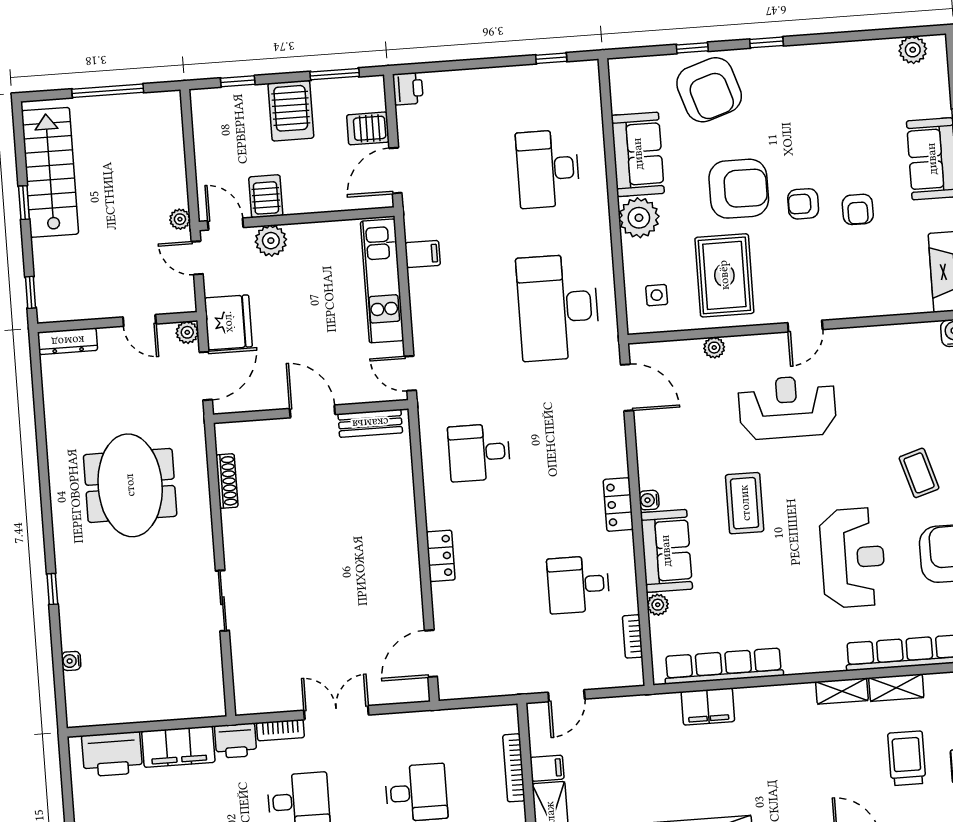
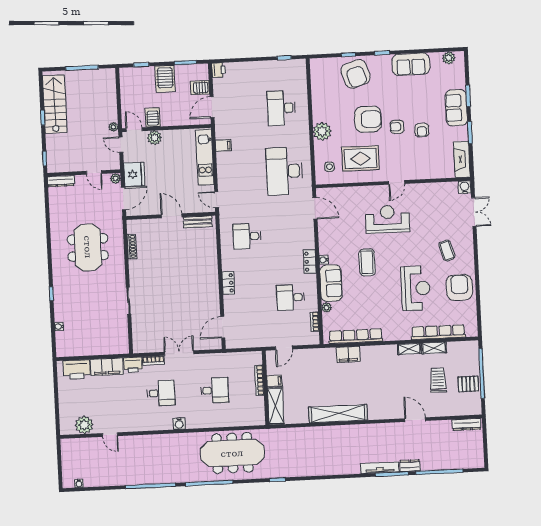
sofa: (638, 154) -> (411, 64), moved, turned 90
rug: (724, 275) -> (360, 158), turned 90
plant: (714, 348) -> (355, 191), removed

